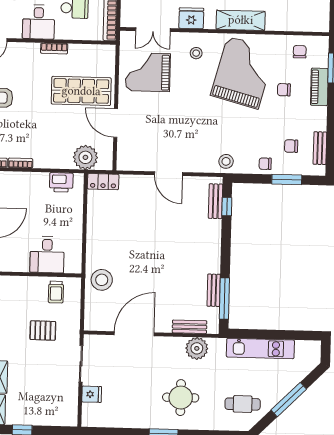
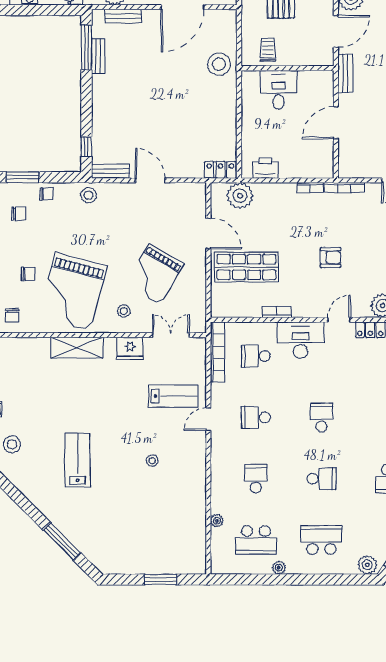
desk: (39, 22) -> (301, 340), width x1.37
grand piano: (148, 72) -> (155, 274), moved, turned 121
bench: (216, 201) -> (110, 171), moved, turned 90

